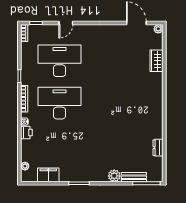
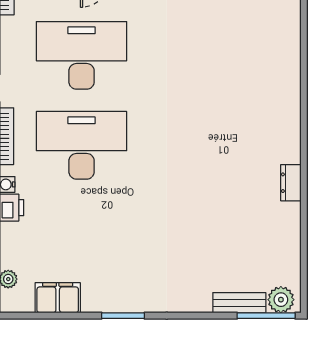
wardrobe: (157, 61) -> (288, 55), removed
dresser: (158, 148) -> (291, 183), moved
plant: (114, 176) -> (281, 300), moved

